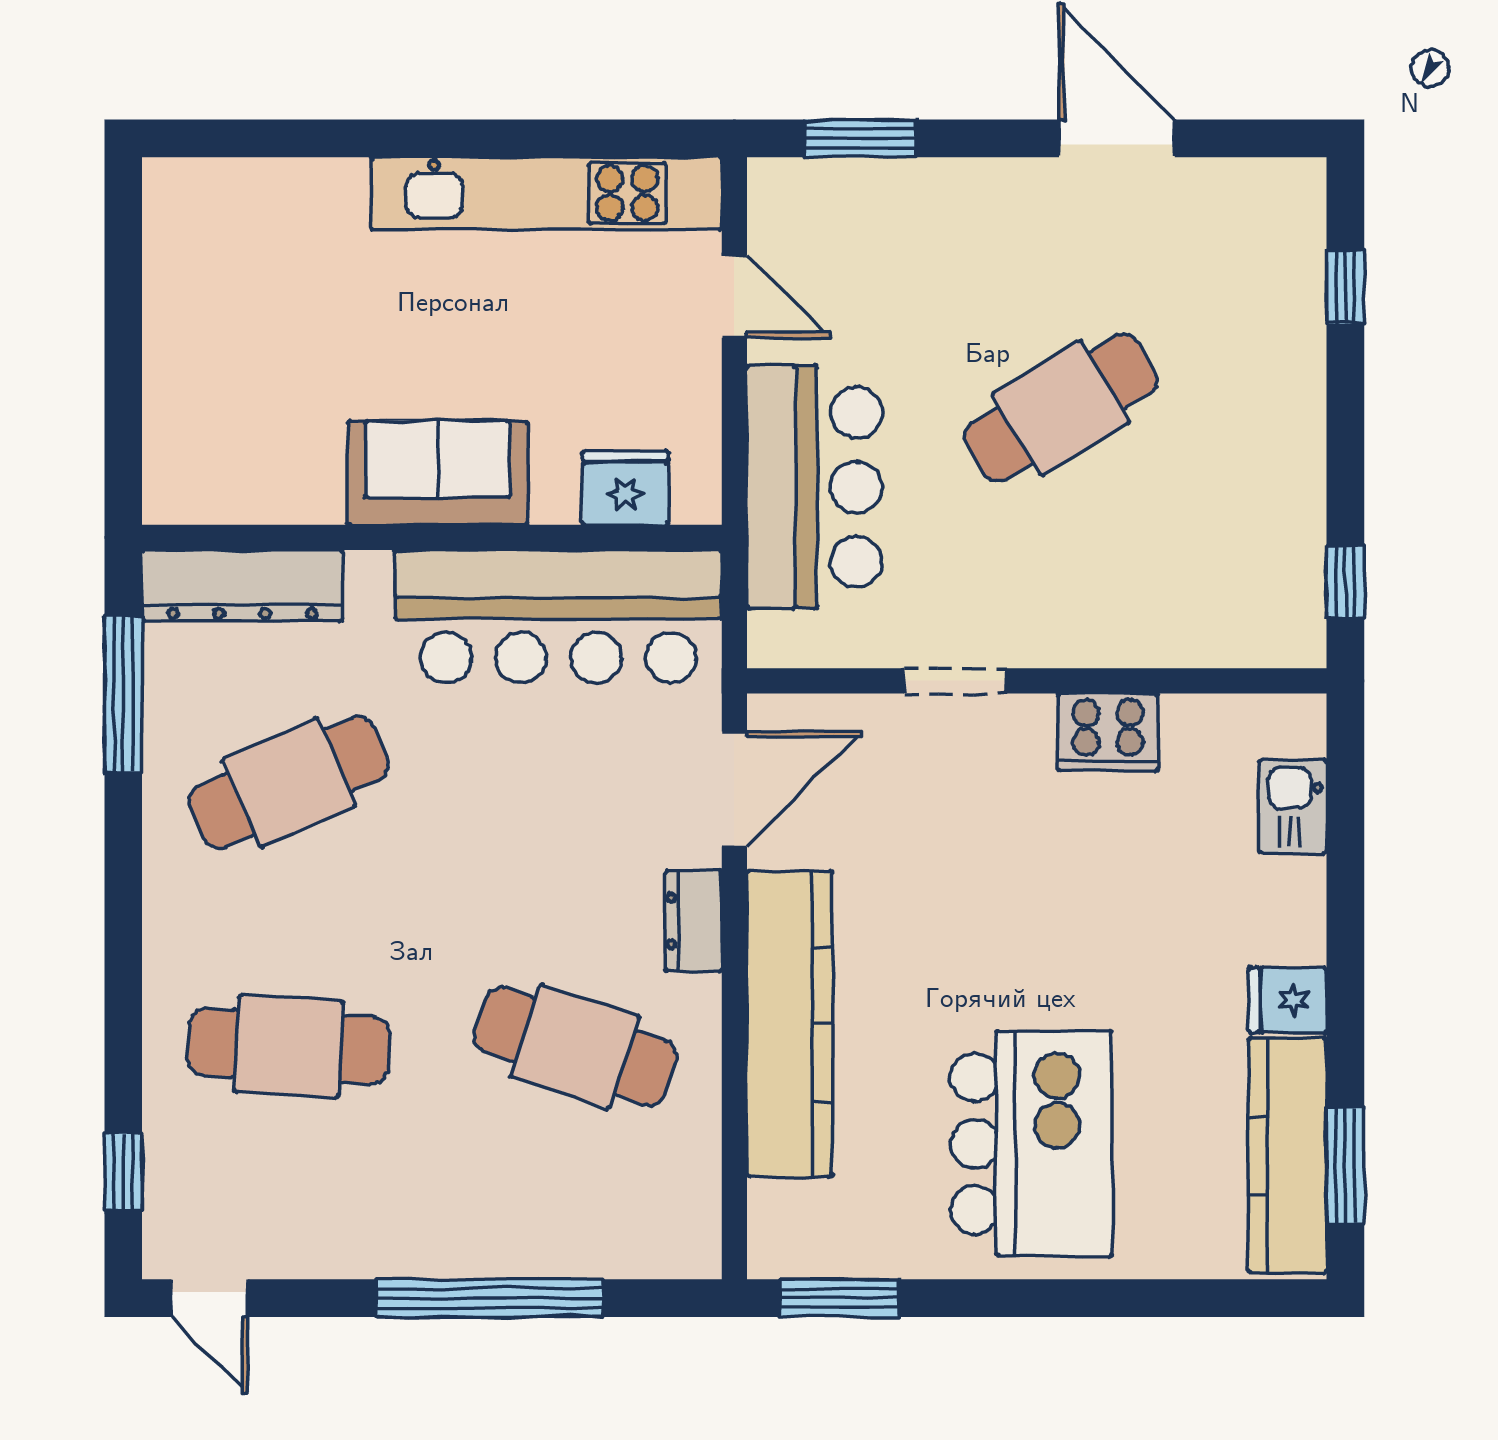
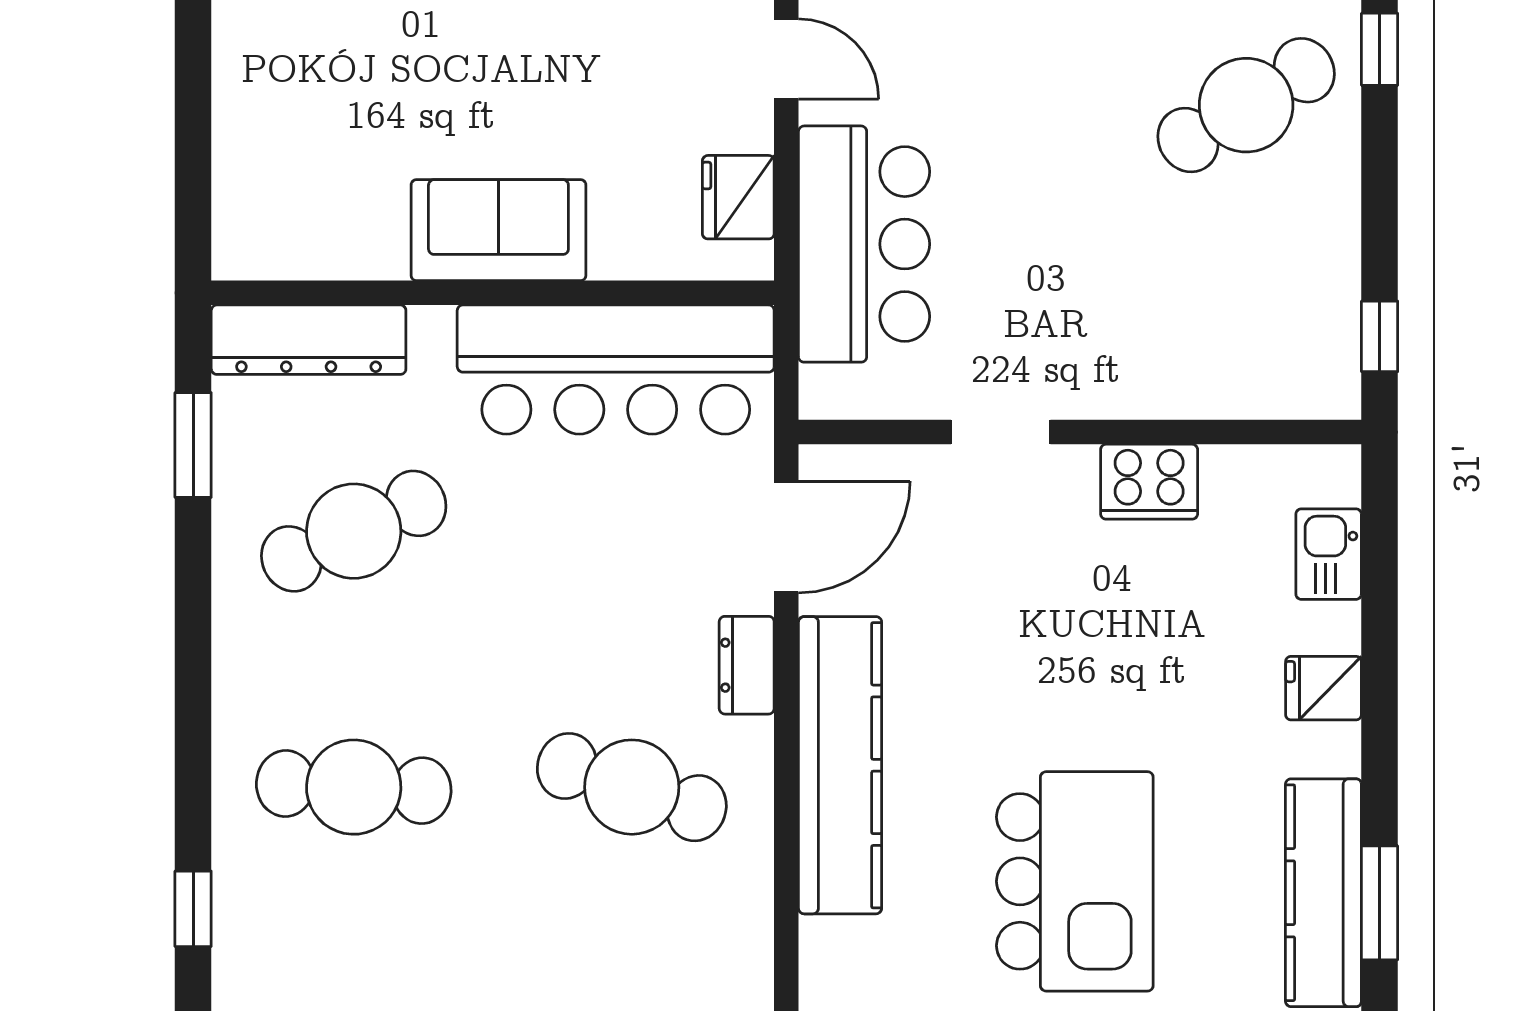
cafe table: (1061, 408) -> (1246, 105), moved
fridge: (625, 488) -> (738, 197), moved, turned -90
window: (123, 694) -> (193, 445), width x0.69
fridge: (1288, 1000) -> (1323, 688), moved

